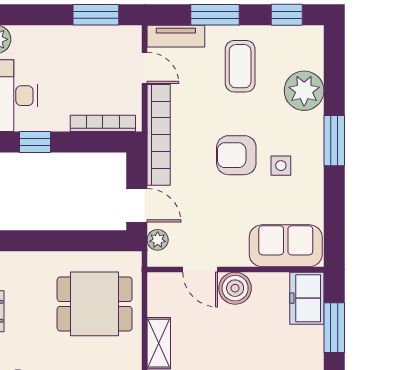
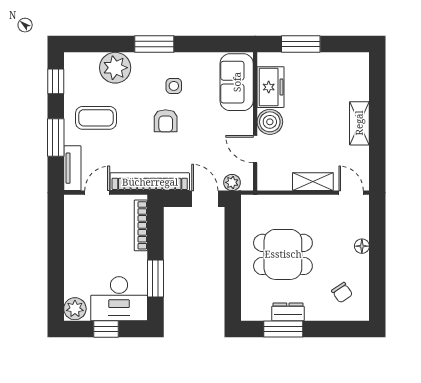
window: (96, 15) -> (56, 231), removed
window: (35, 142) -> (155, 279), width x1.50
armchair: (236, 155) -> (166, 121), width x0.72, depth x0.72
door: (137, 205) -> (205, 199), hinge flipped
door: (200, 269) -> (255, 149), swing flipped
freezer: (307, 298) -> (271, 87), moved, turned -90
dining table: (95, 304) -> (283, 254), moved, turned 90

